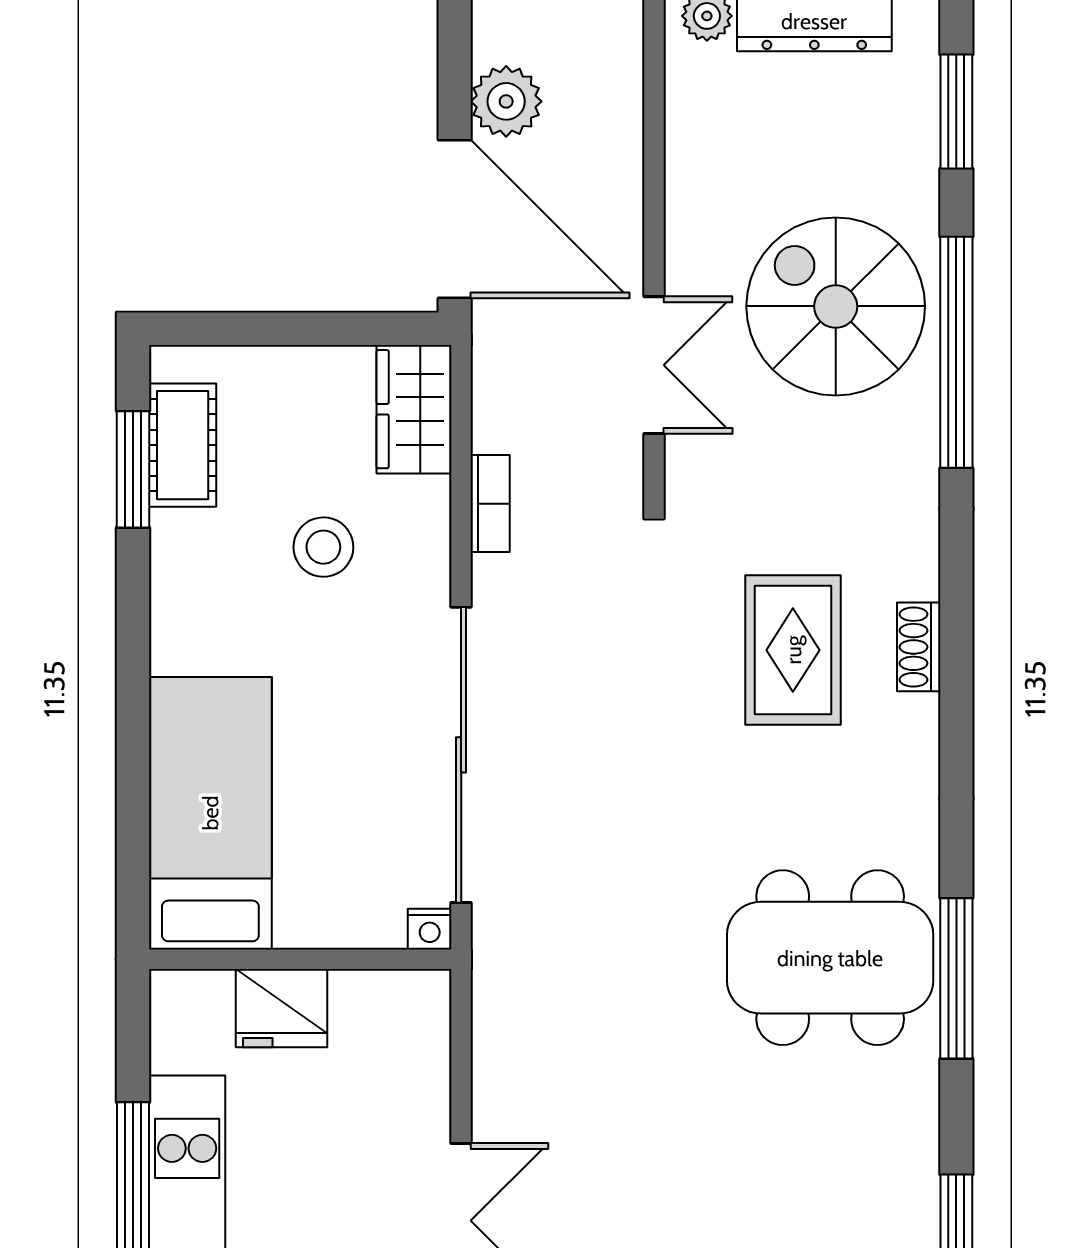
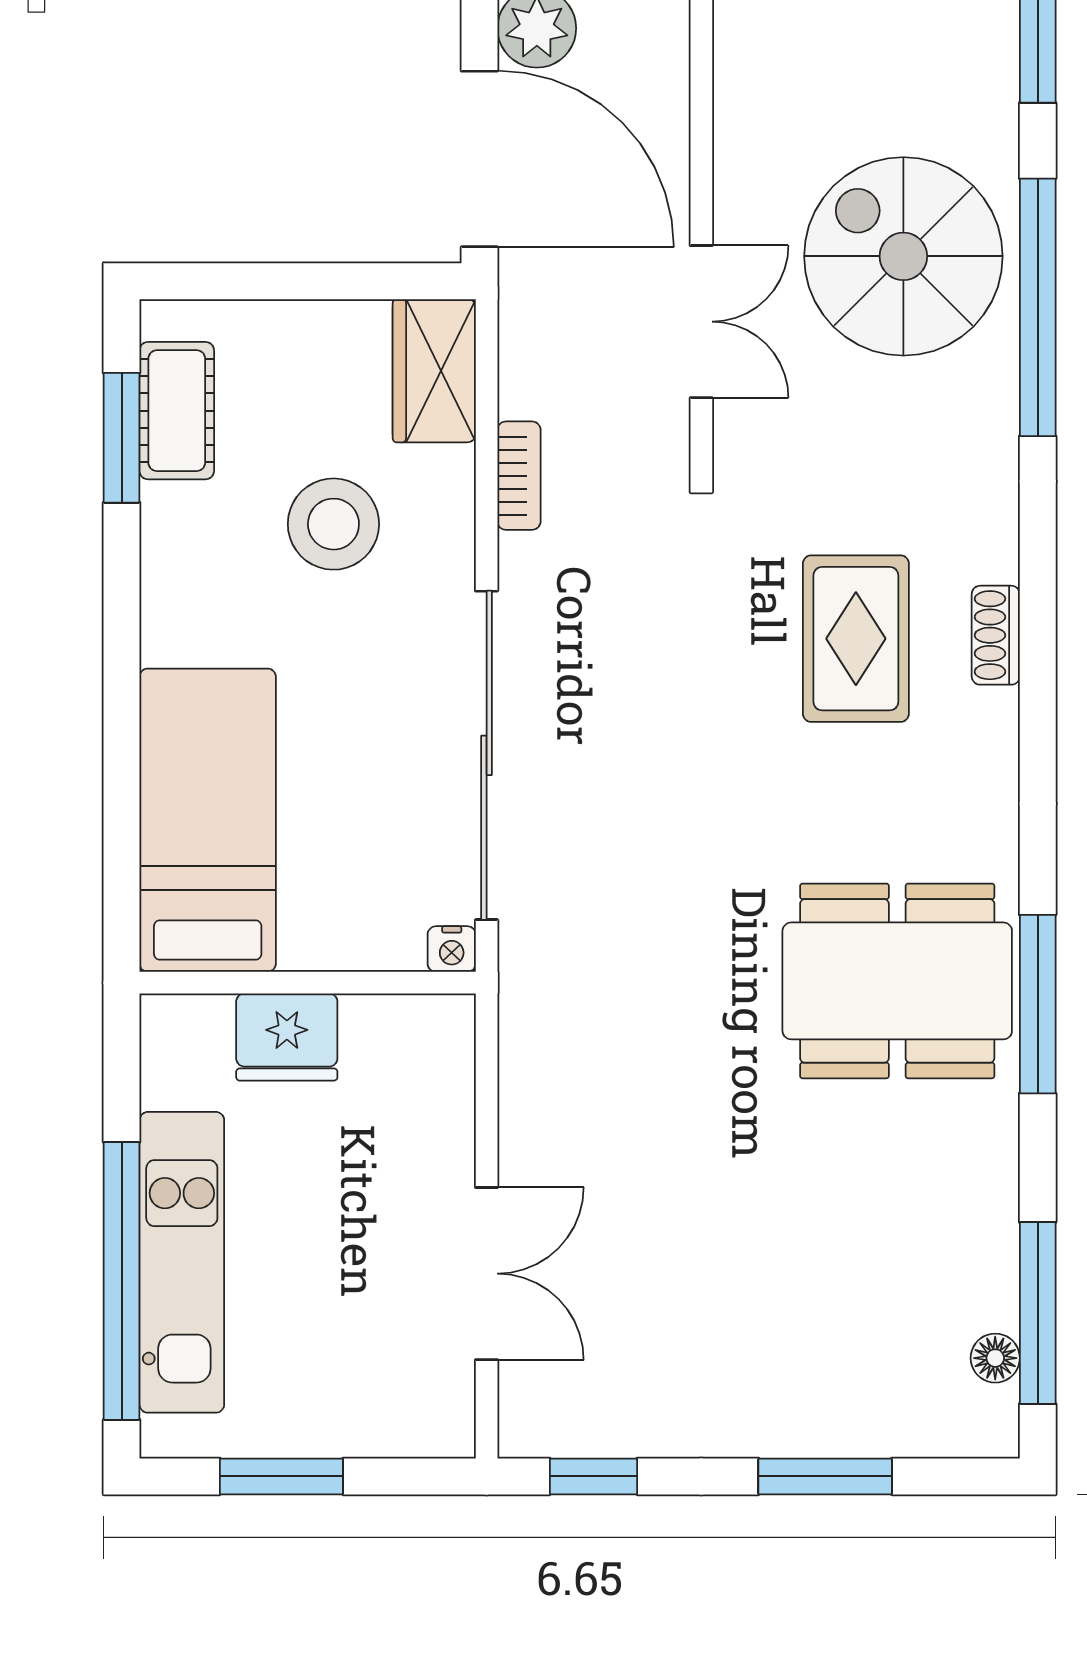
stool: (323, 547) -> (333, 524), width x1.38, depth x1.38

